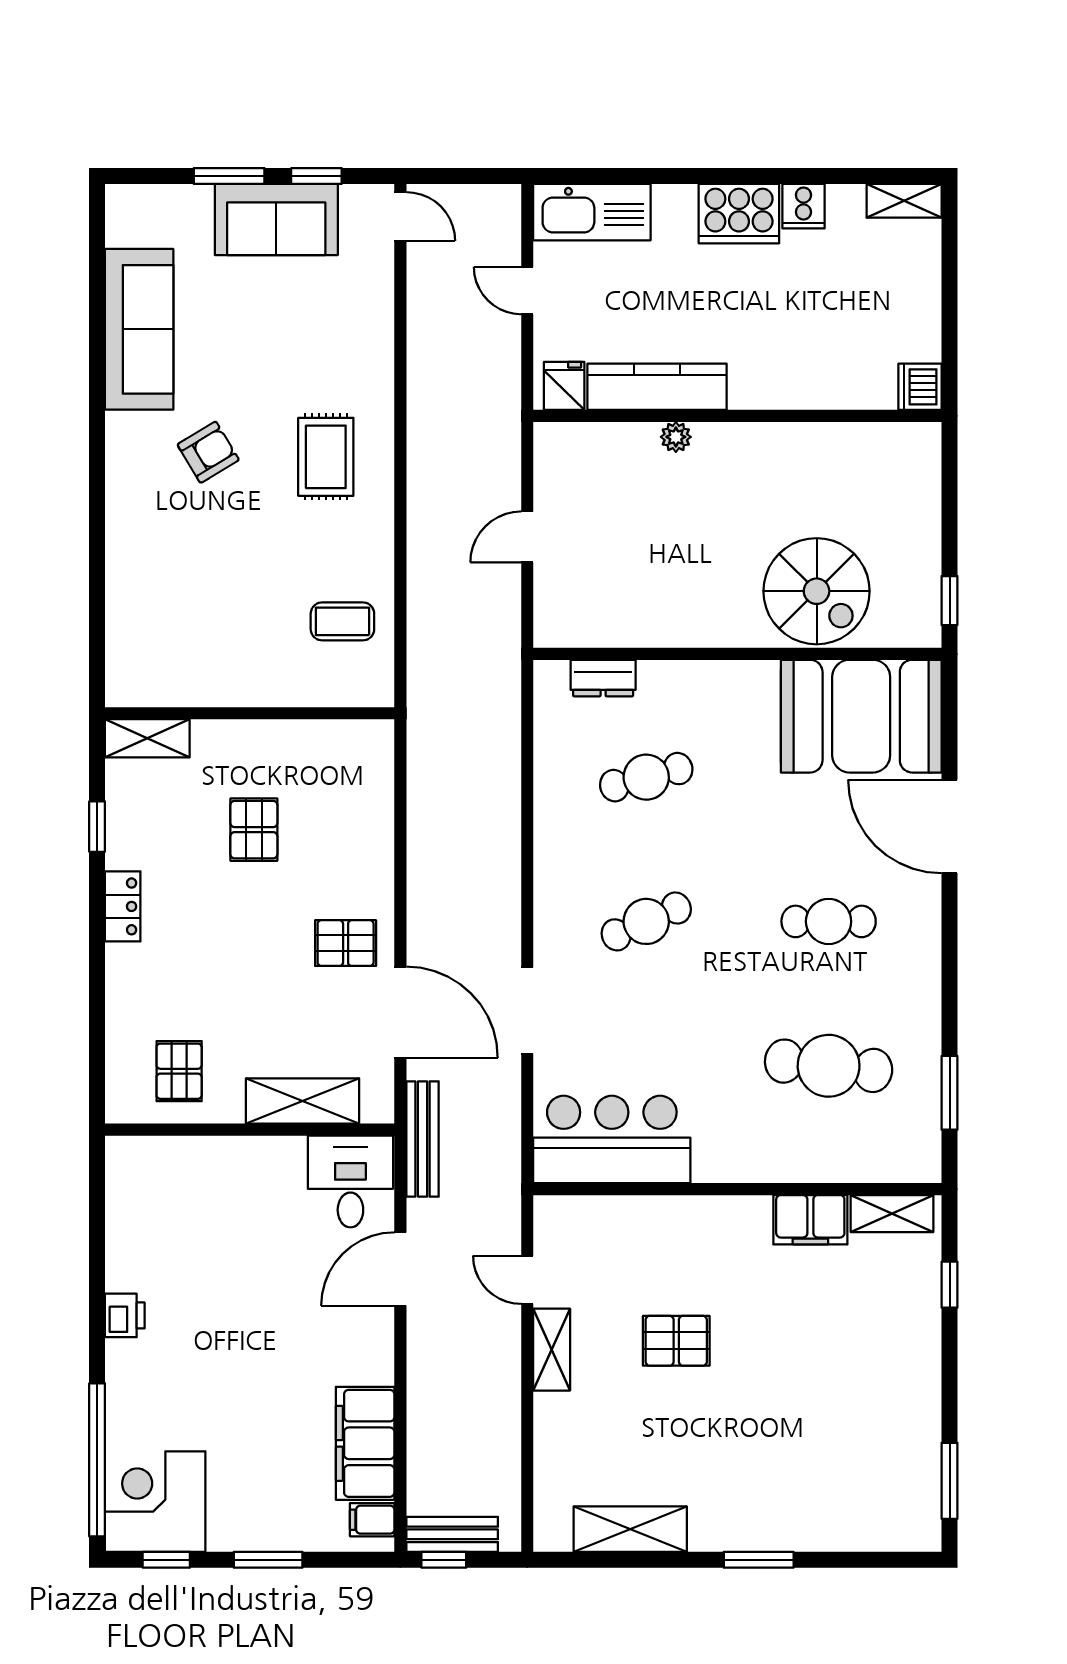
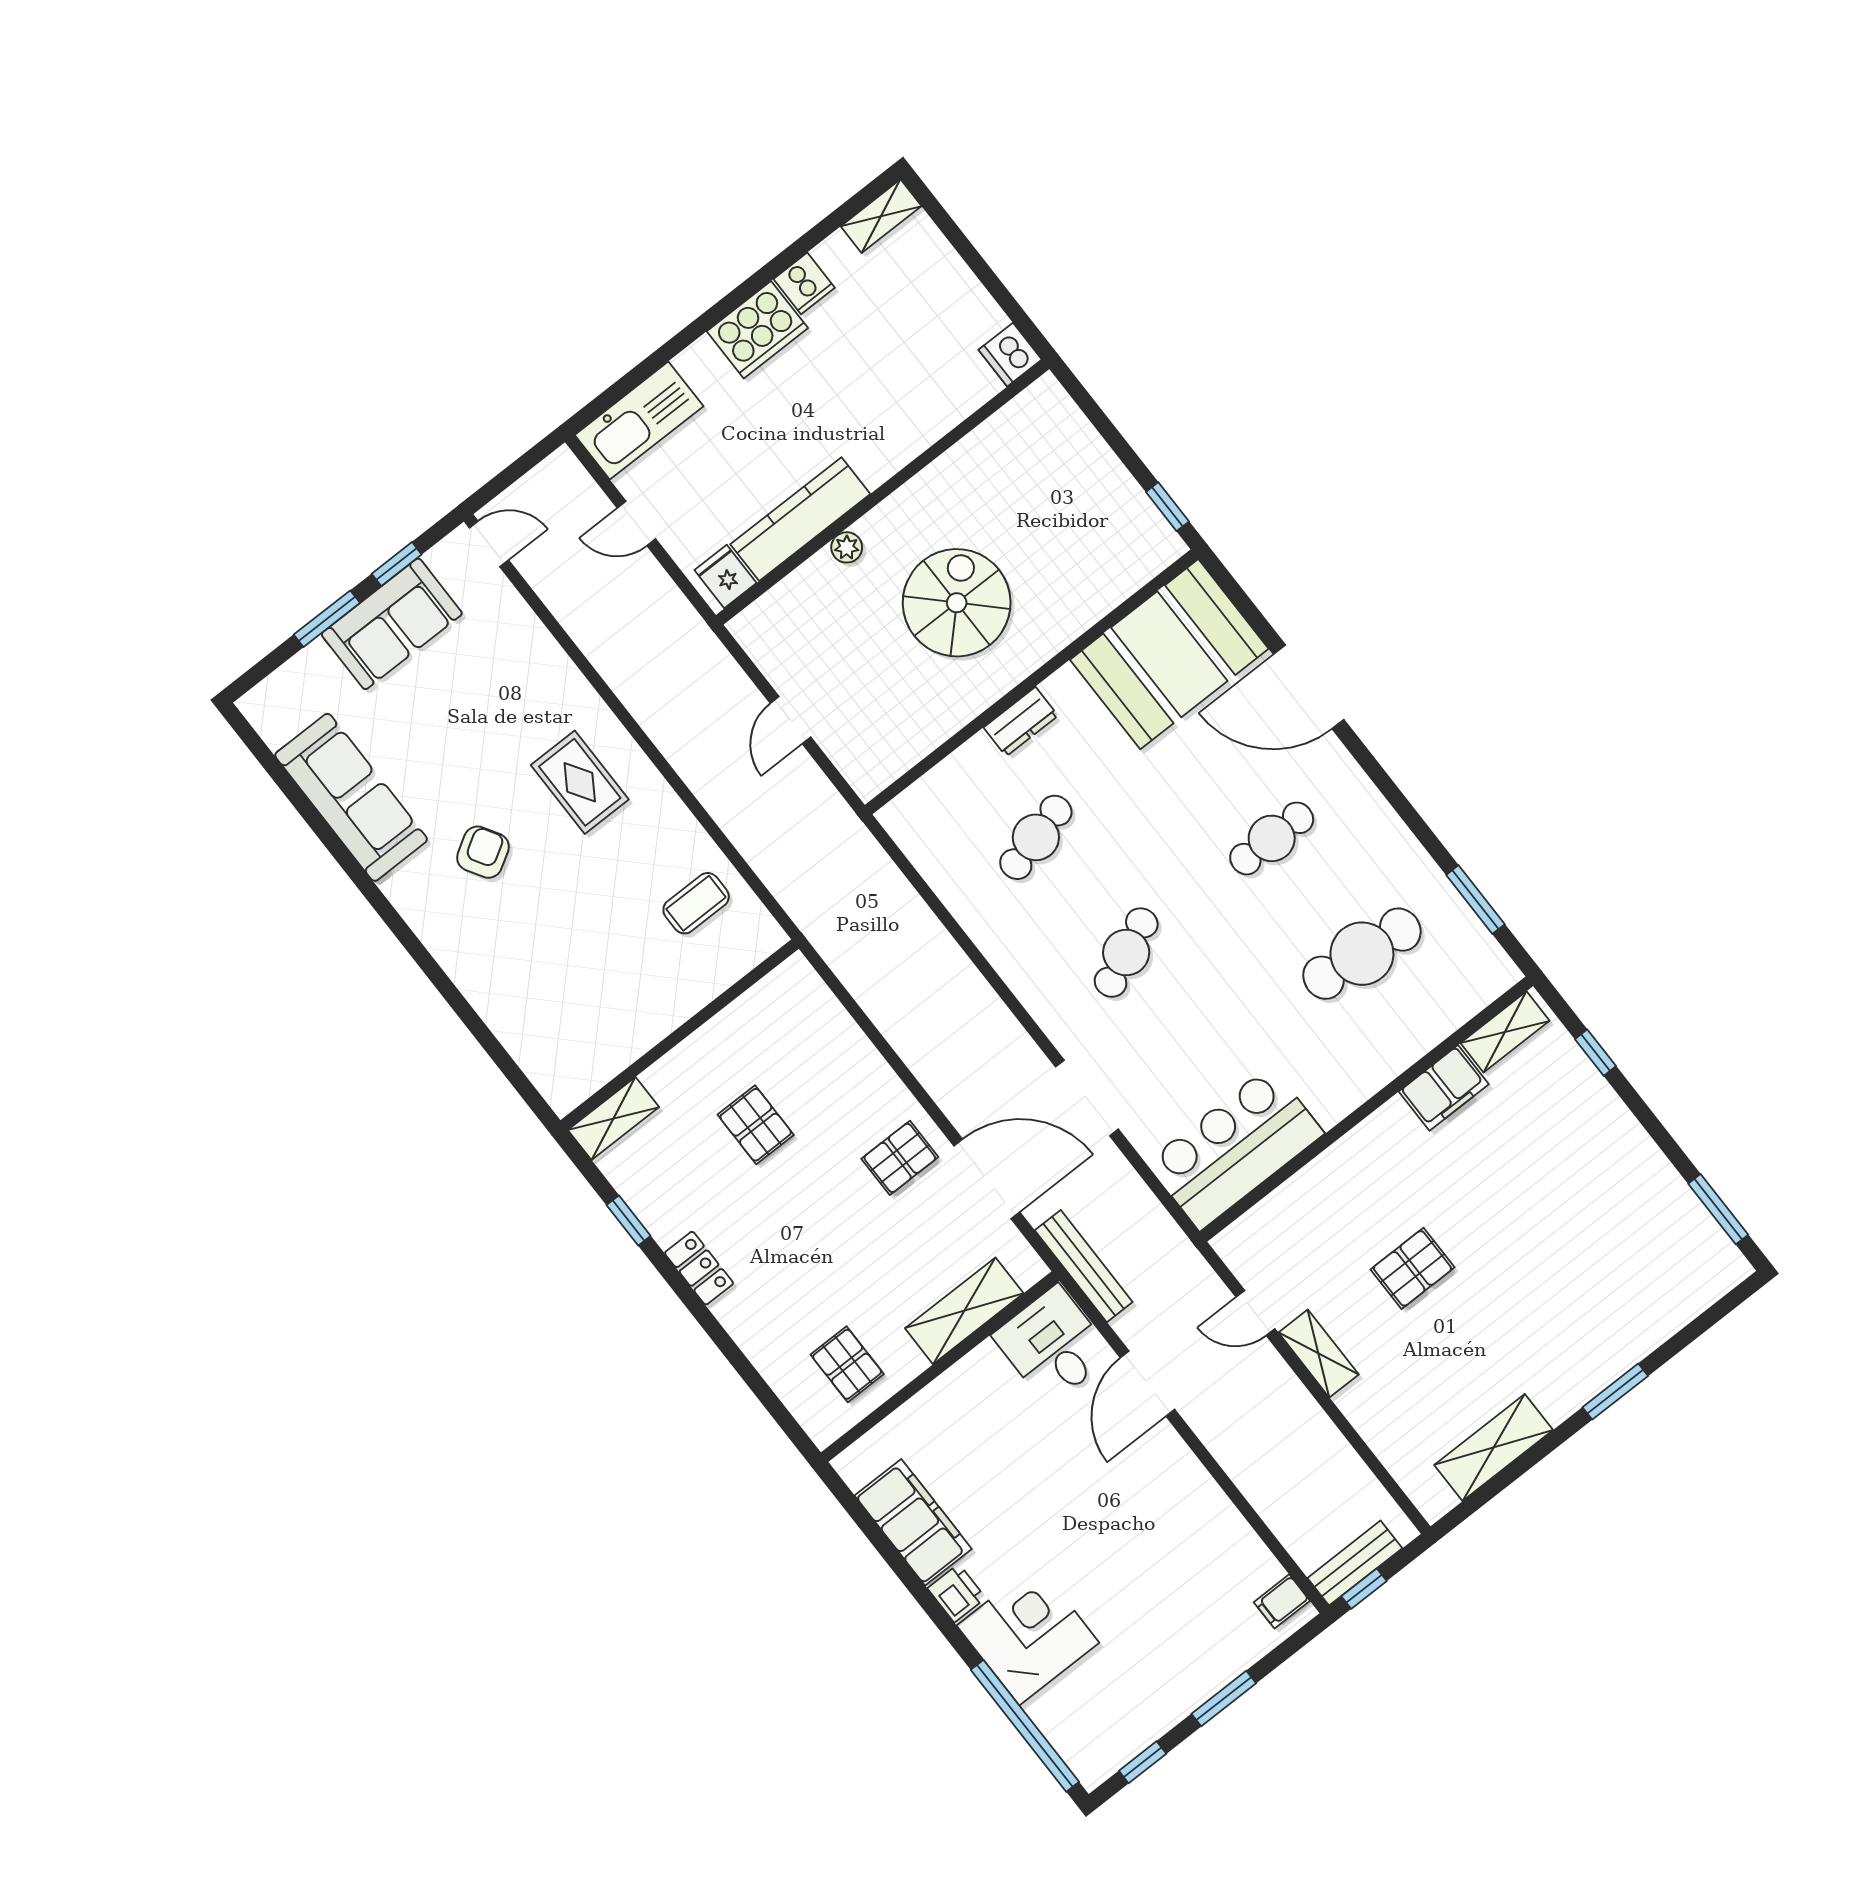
spiral stairs: (817, 591) -> (957, 603), moved, turned -90
dresser: (603, 678) -> (1021, 722), moved
filing cabinet: (365, 1443) -> (913, 1522), moved, turned 180
corner desk: (155, 1502) -> (1028, 1634), moved, turned 90

